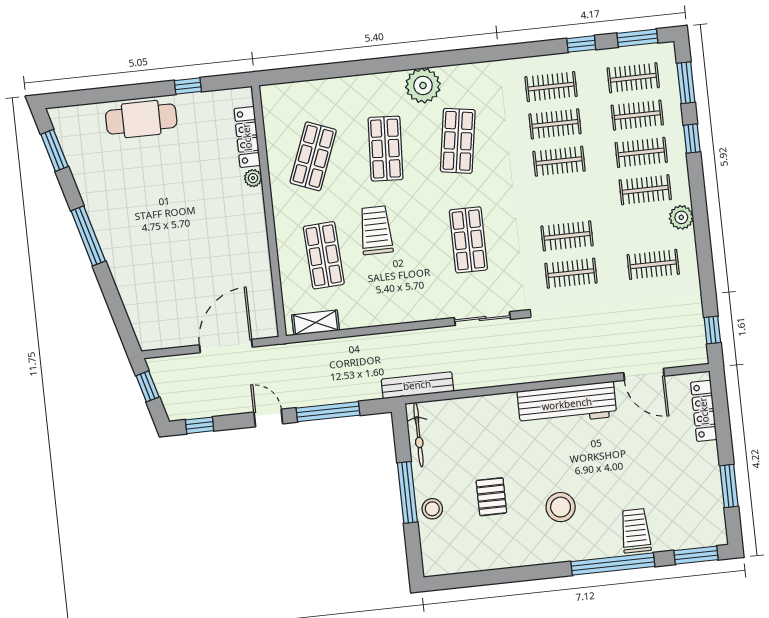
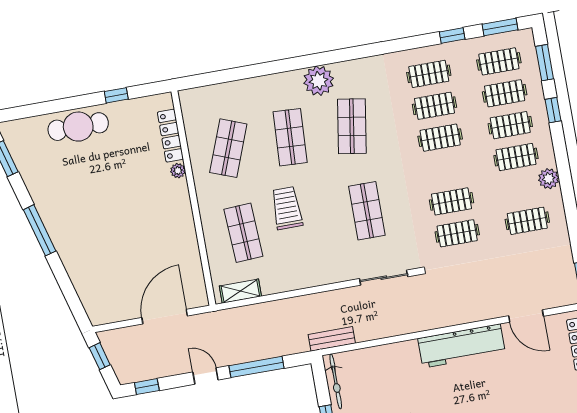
bench: (417, 385) -> (332, 339), width x0.73

